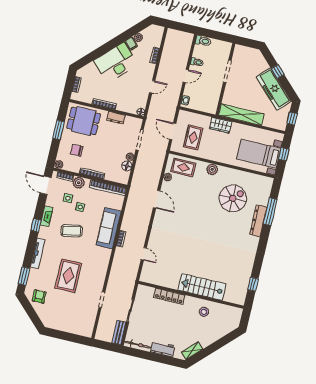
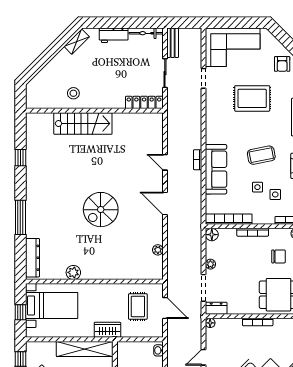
dresser: (116, 118) -> (216, 308), moved
floor lamp: (127, 166) -> (212, 235), moved
rug: (183, 168) -> (141, 266), removed
plant: (212, 169) -> (73, 272), moved
plant: (79, 183) -> (267, 217), removed
spiral stairs: (233, 198) -> (101, 210), moved
door: (157, 199) -> (165, 203), moved
window: (270, 212) -> (20, 217), moved
dresser: (258, 221) -> (32, 258), moved
door: (144, 254) -> (165, 162), moved
rug: (68, 276) -> (252, 98), turned 90
window: (253, 284) -> (20, 158), moved
locker: (169, 296) -> (144, 102), moved
corner sofa: (74, 318) -> (233, 47), added

